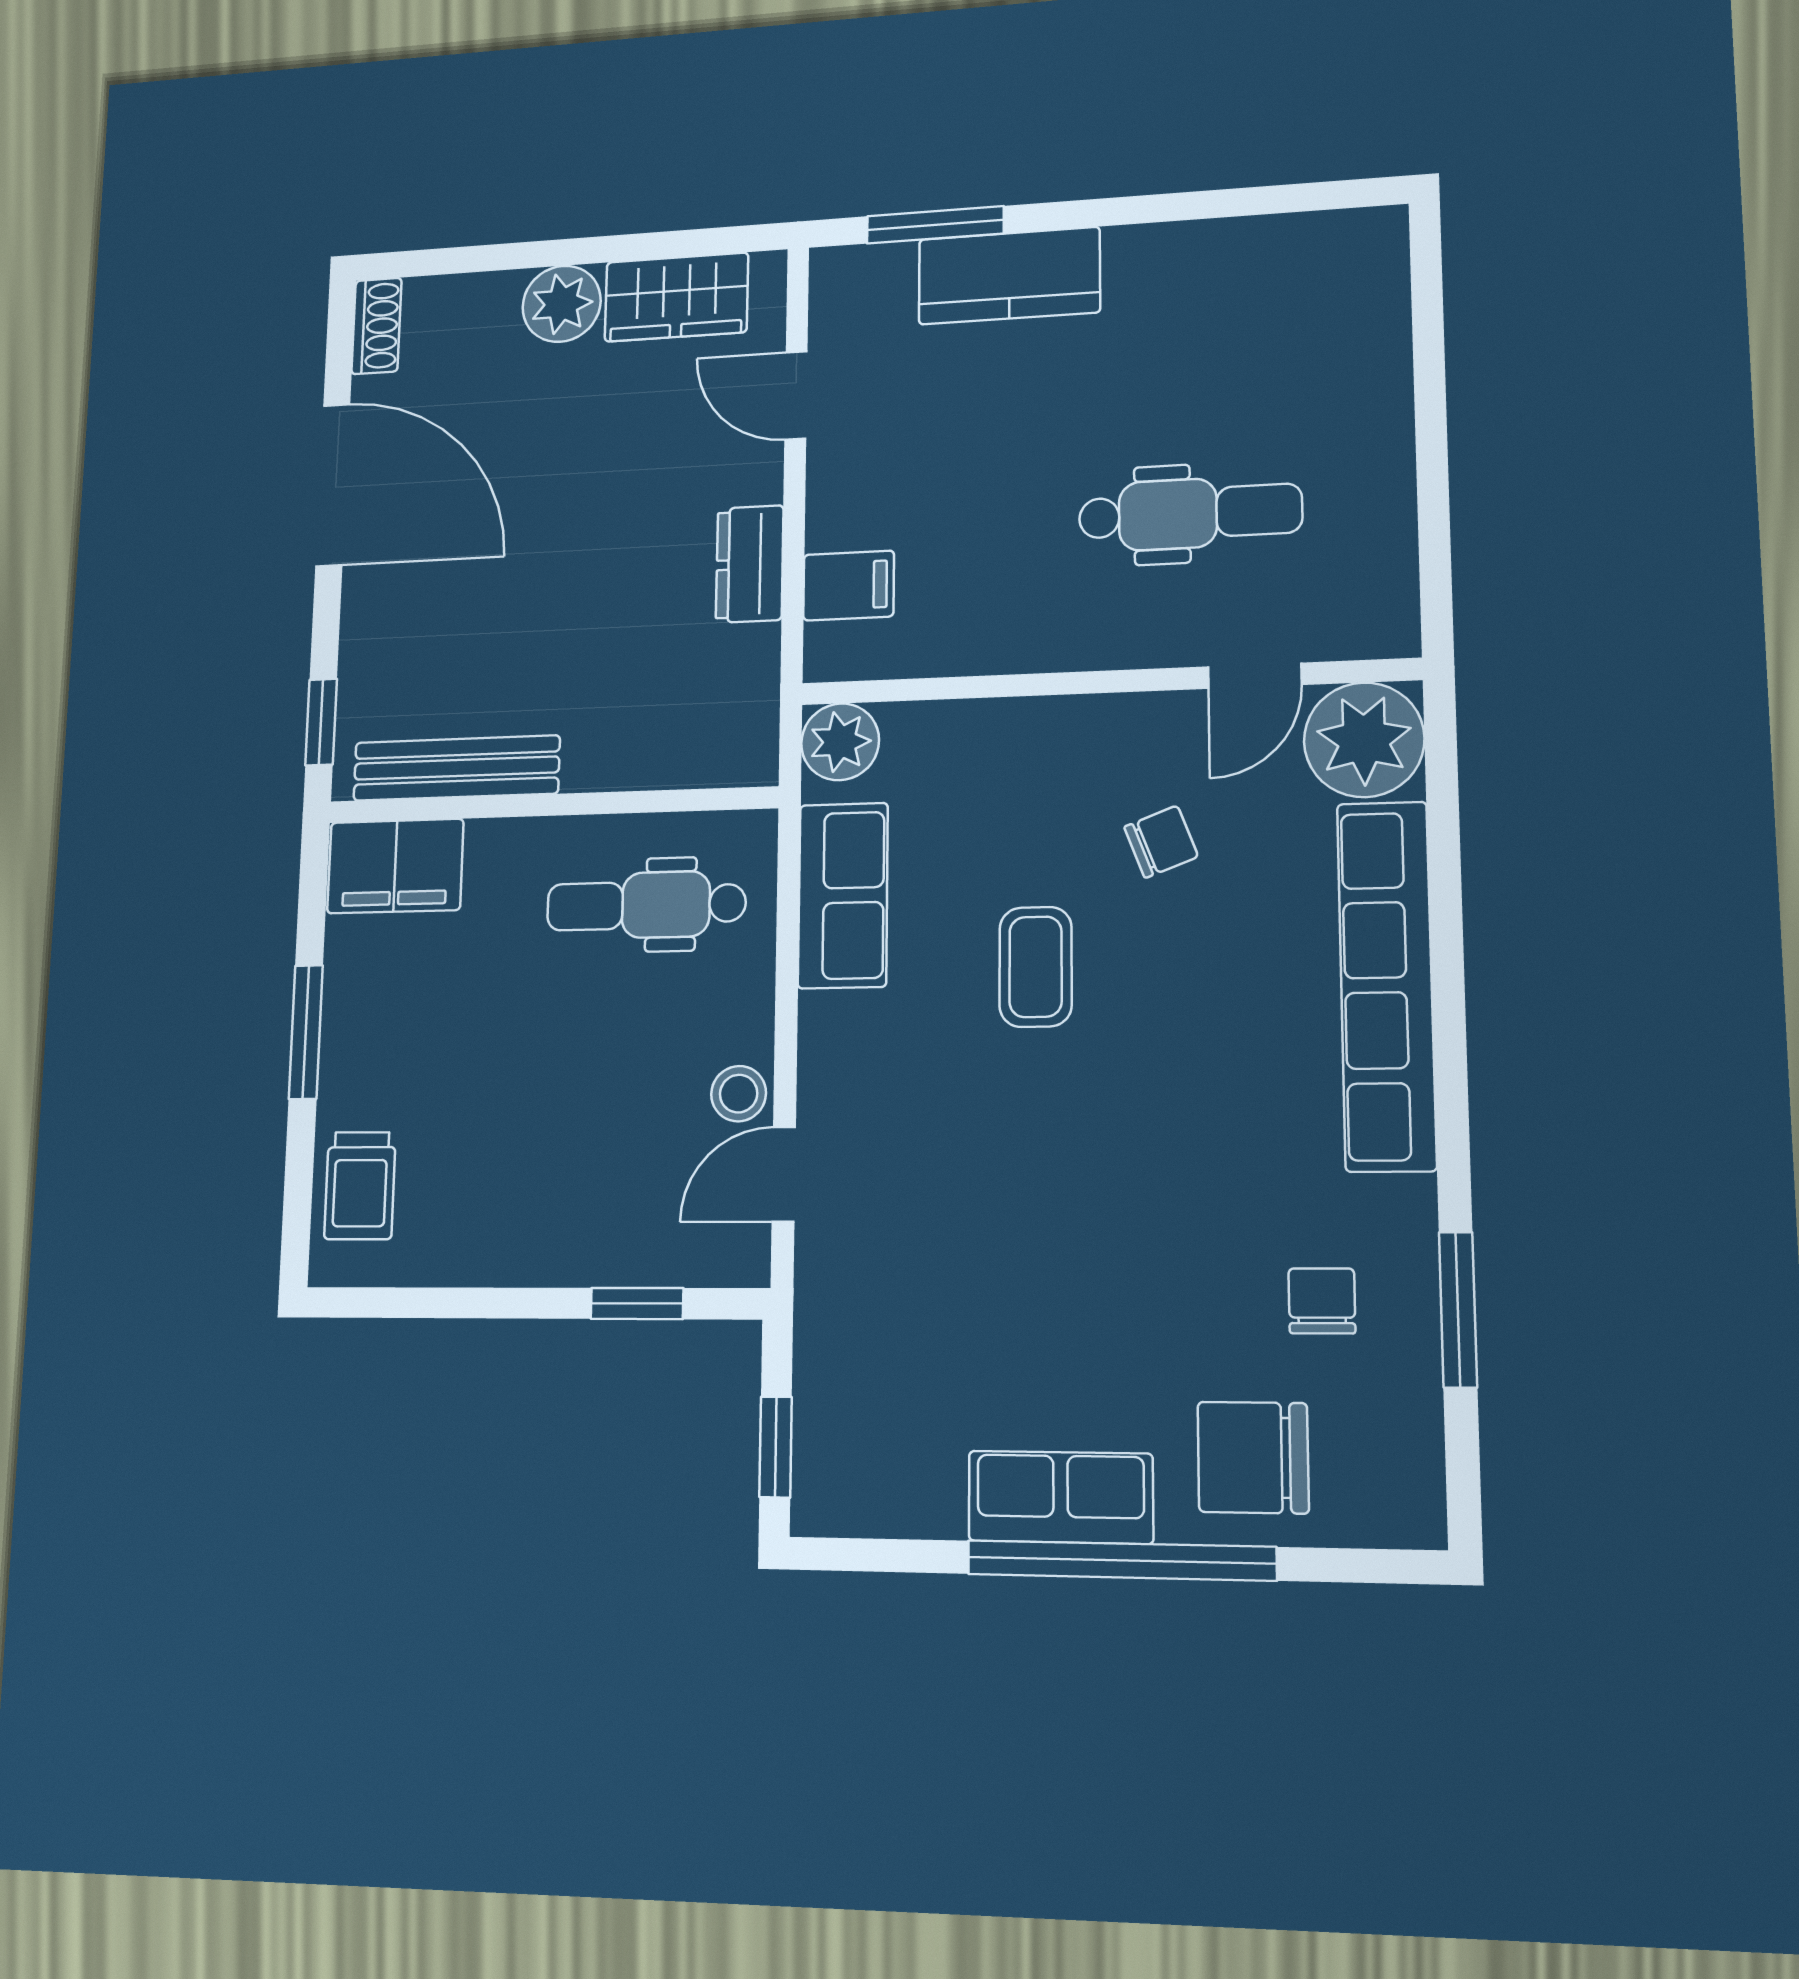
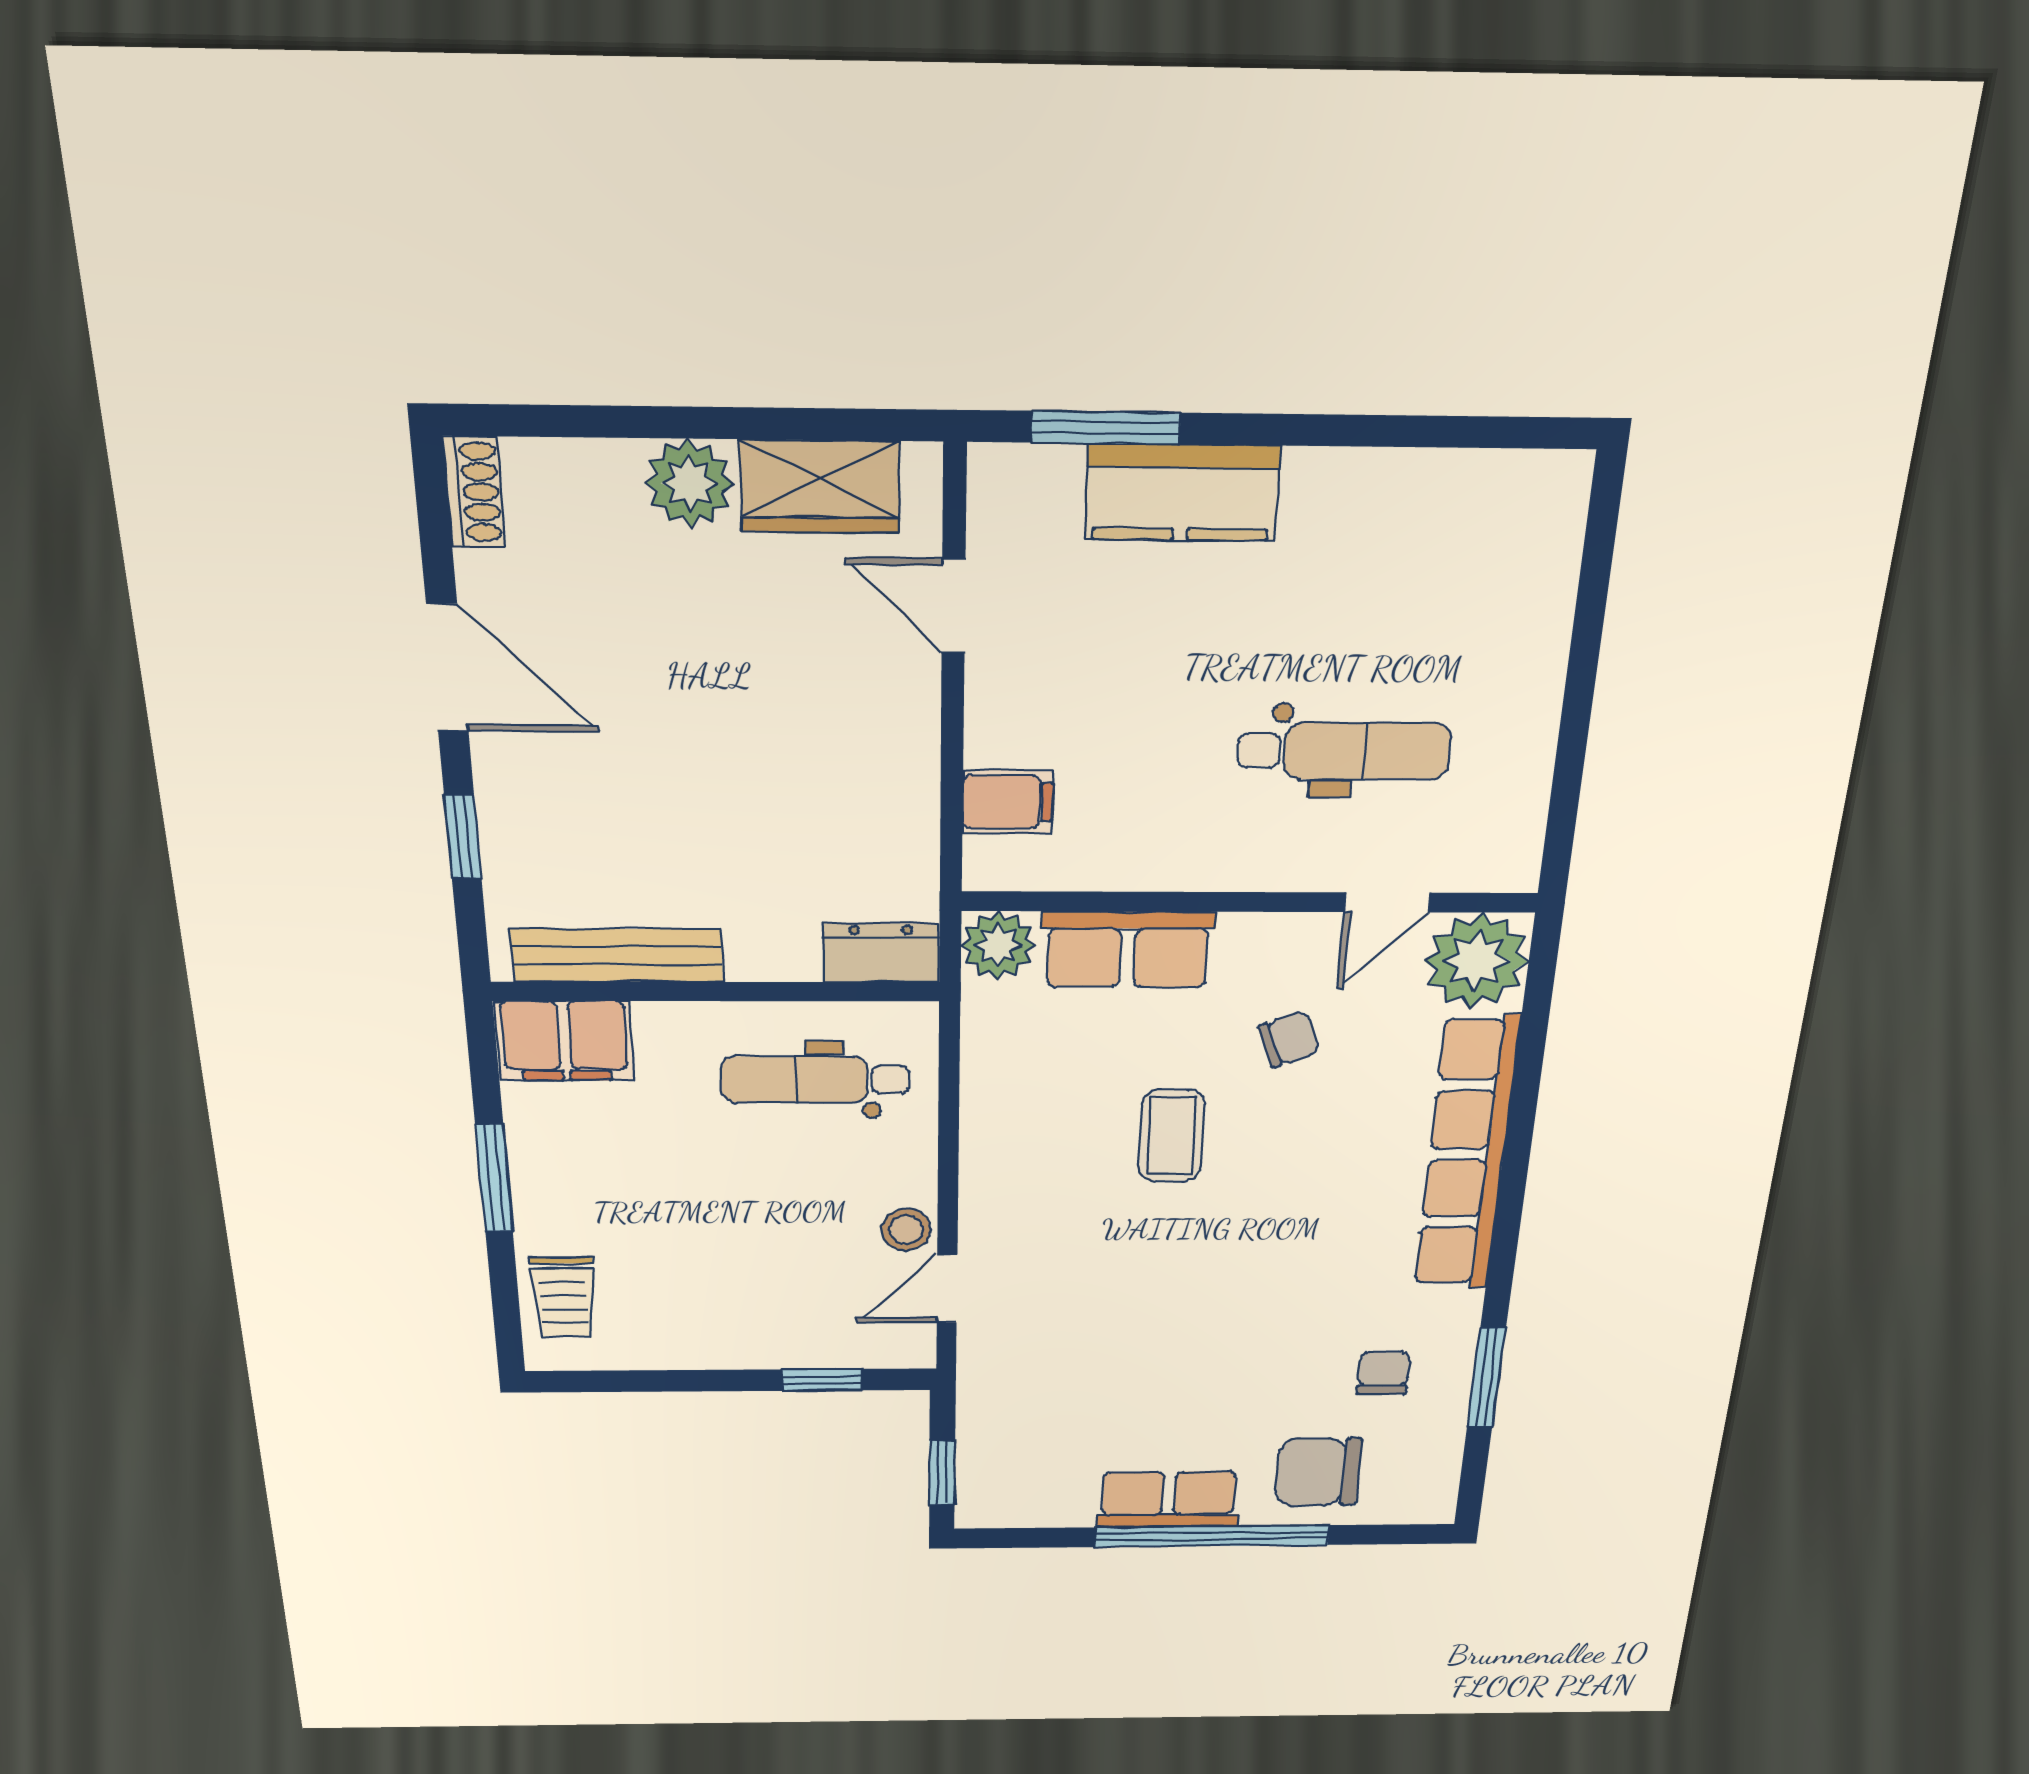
door: (333, 485) -> (447, 668), width x0.73
dresser: (750, 564) -> (881, 953), moved, turned 90
window: (321, 722) -> (463, 837), moved
row of seats: (843, 895) -> (1128, 950), moved, turned 90

